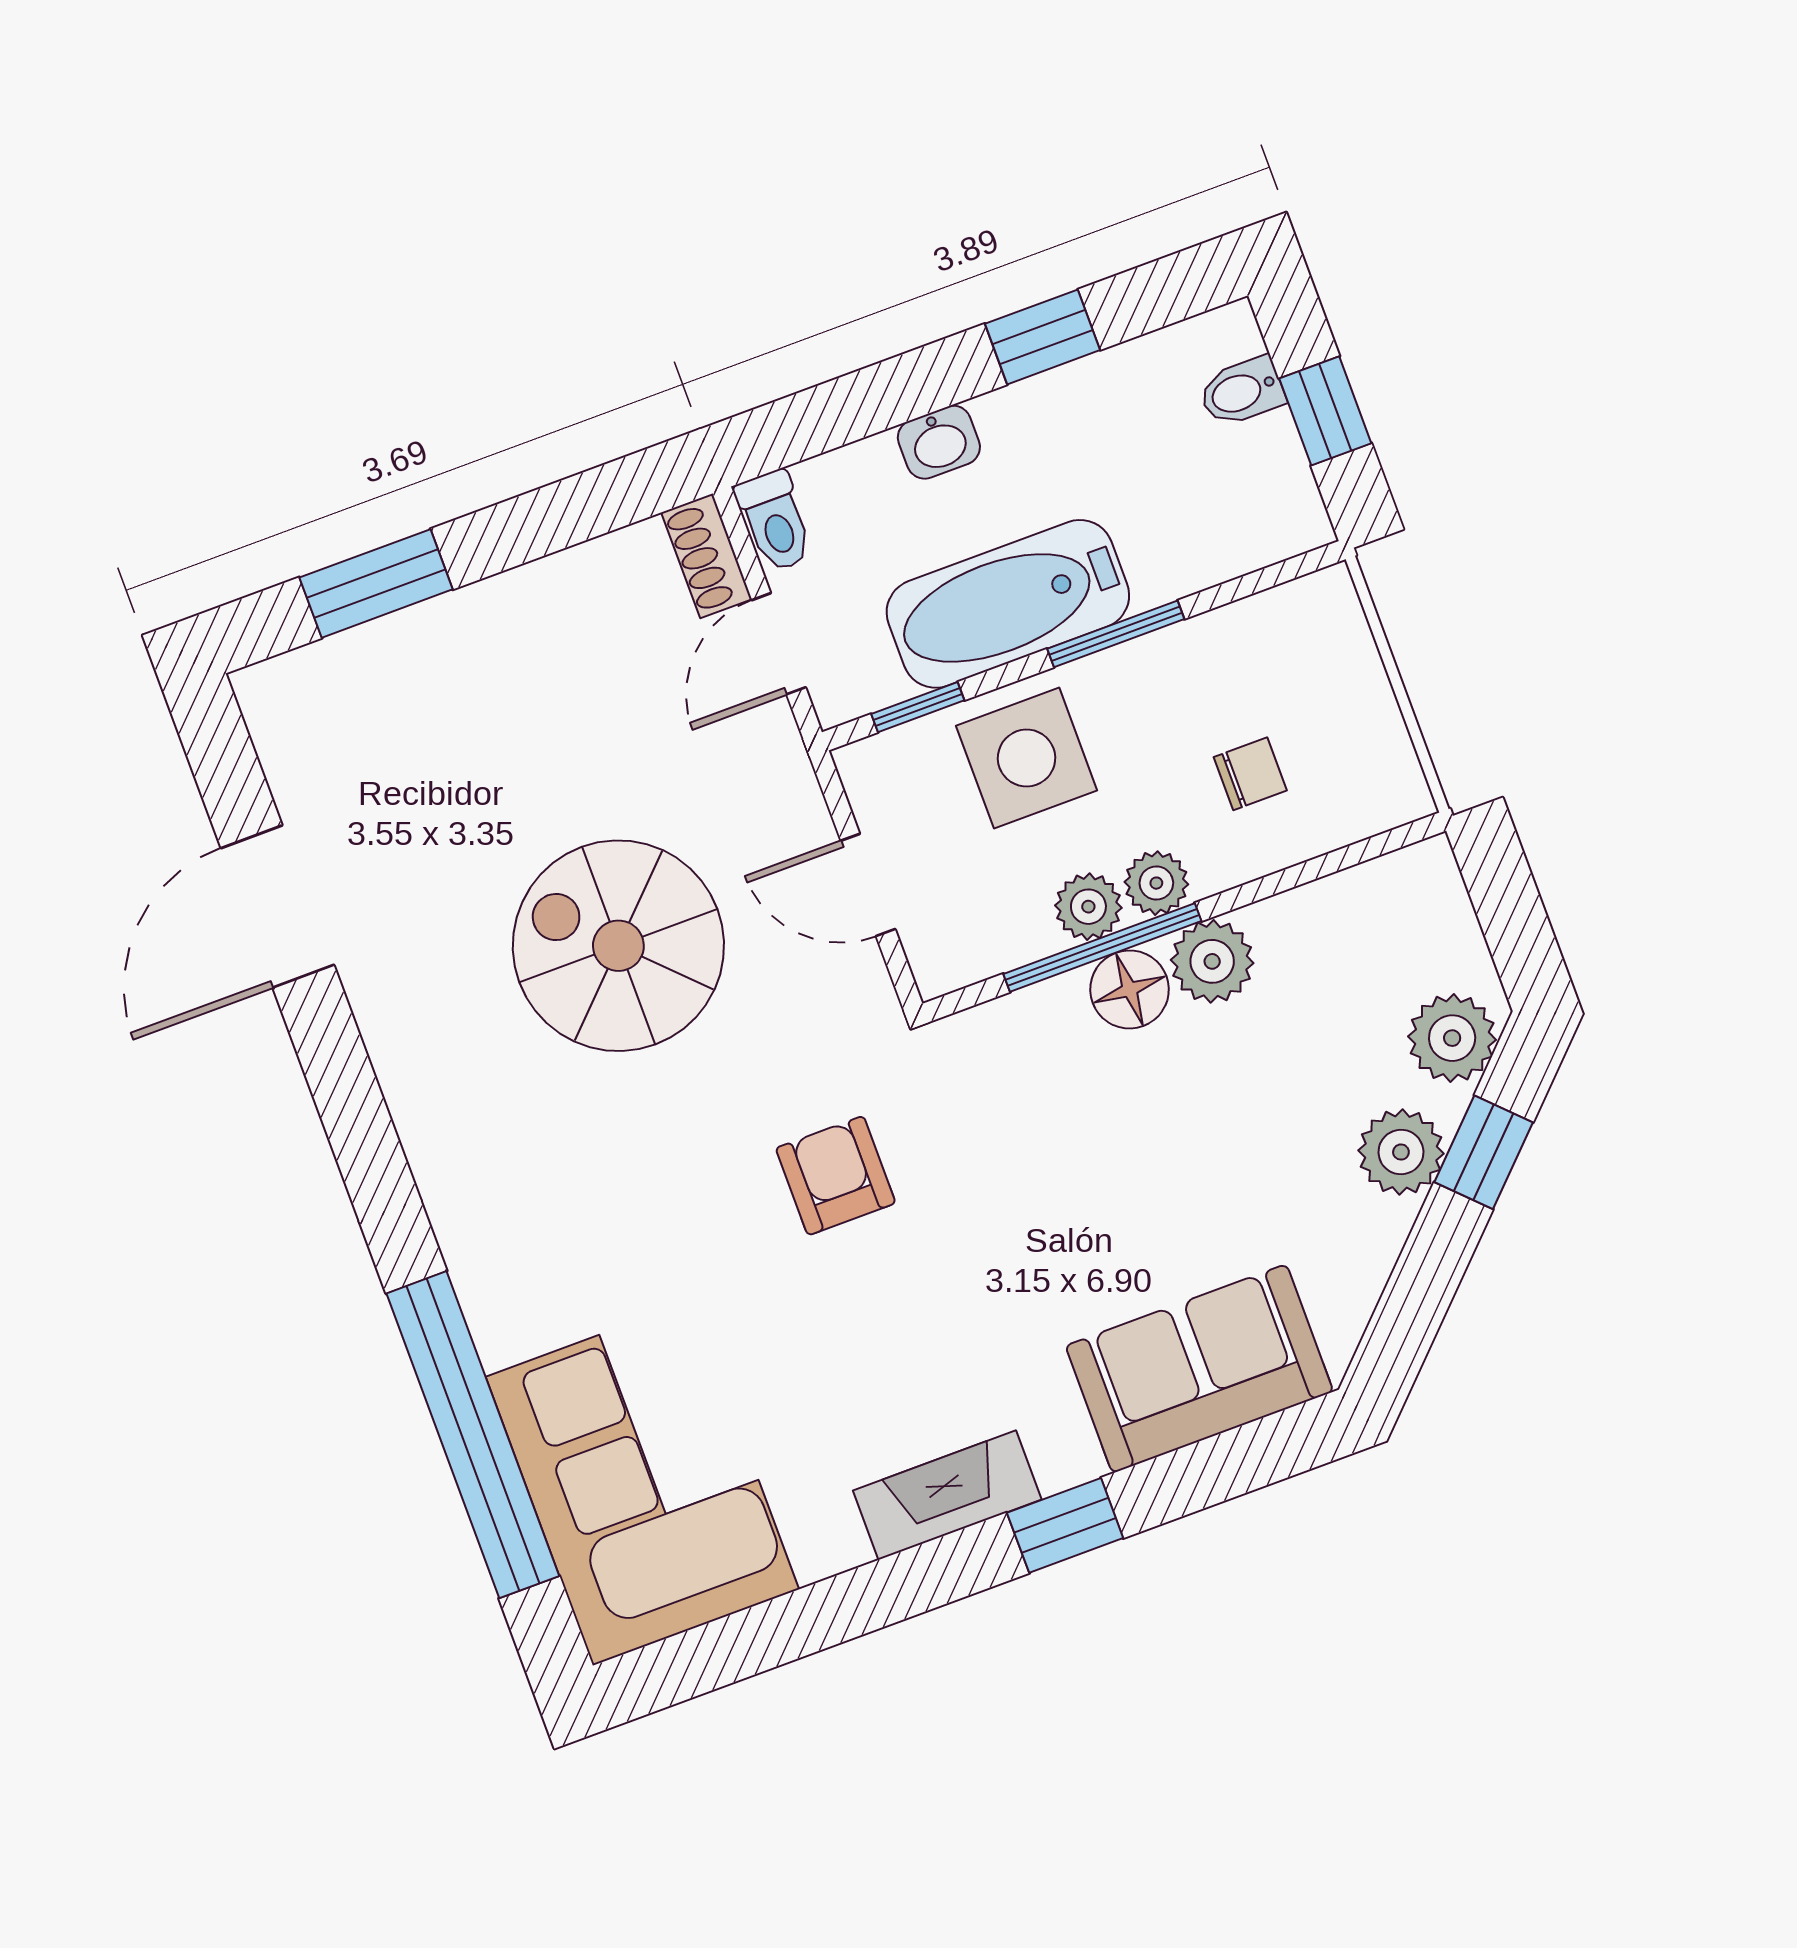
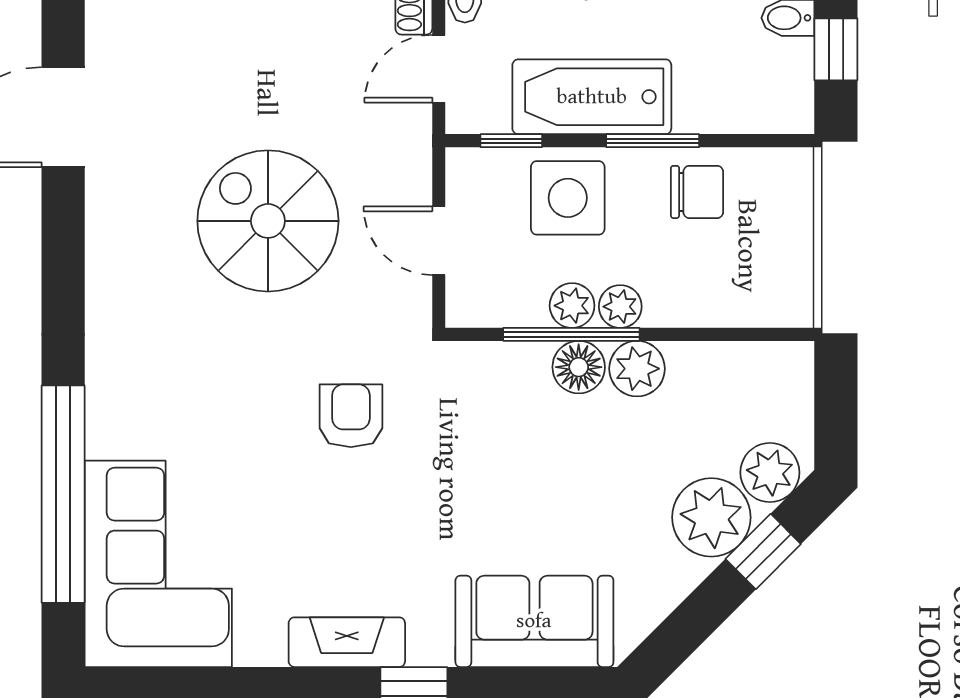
chair: (1250, 774) -> (697, 192), moved, width x1.37, depth x1.37
plant: (1401, 1152) -> (711, 517), width x1.36, depth x1.36

